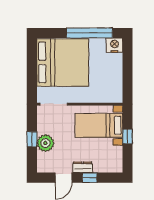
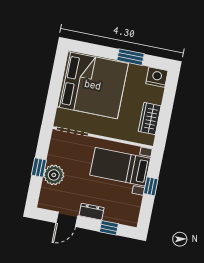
window: (89, 33) -> (131, 57), width x0.47
wardrobe: (115, 81) -> (150, 119), added
window: (90, 178) -> (109, 228), moved

